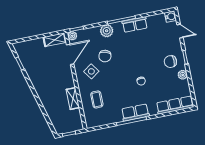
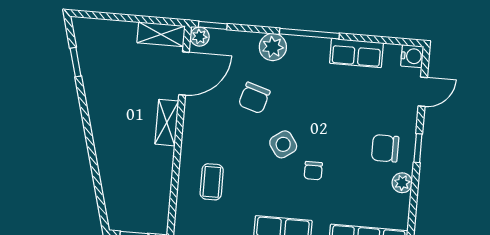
row of seats: (135, 25) -> (356, 53), moved
door: (180, 31) -> (423, 92), hinge flipped
side table: (91, 71) -> (283, 144), moved
shelving: (73, 99) -> (167, 123), moved

